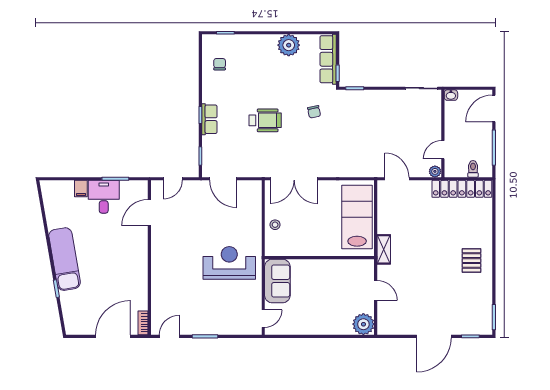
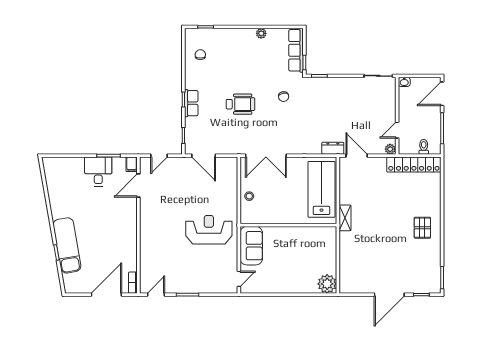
plant: (289, 45) -> (261, 33), width x0.53, depth x0.53
dresser: (370, 170) -> (333, 148), added
filing cabinet: (81, 189) -> (132, 164), moved
exam couch: (65, 259) -> (67, 245), moved
door: (376, 290) -> (338, 254), removed

